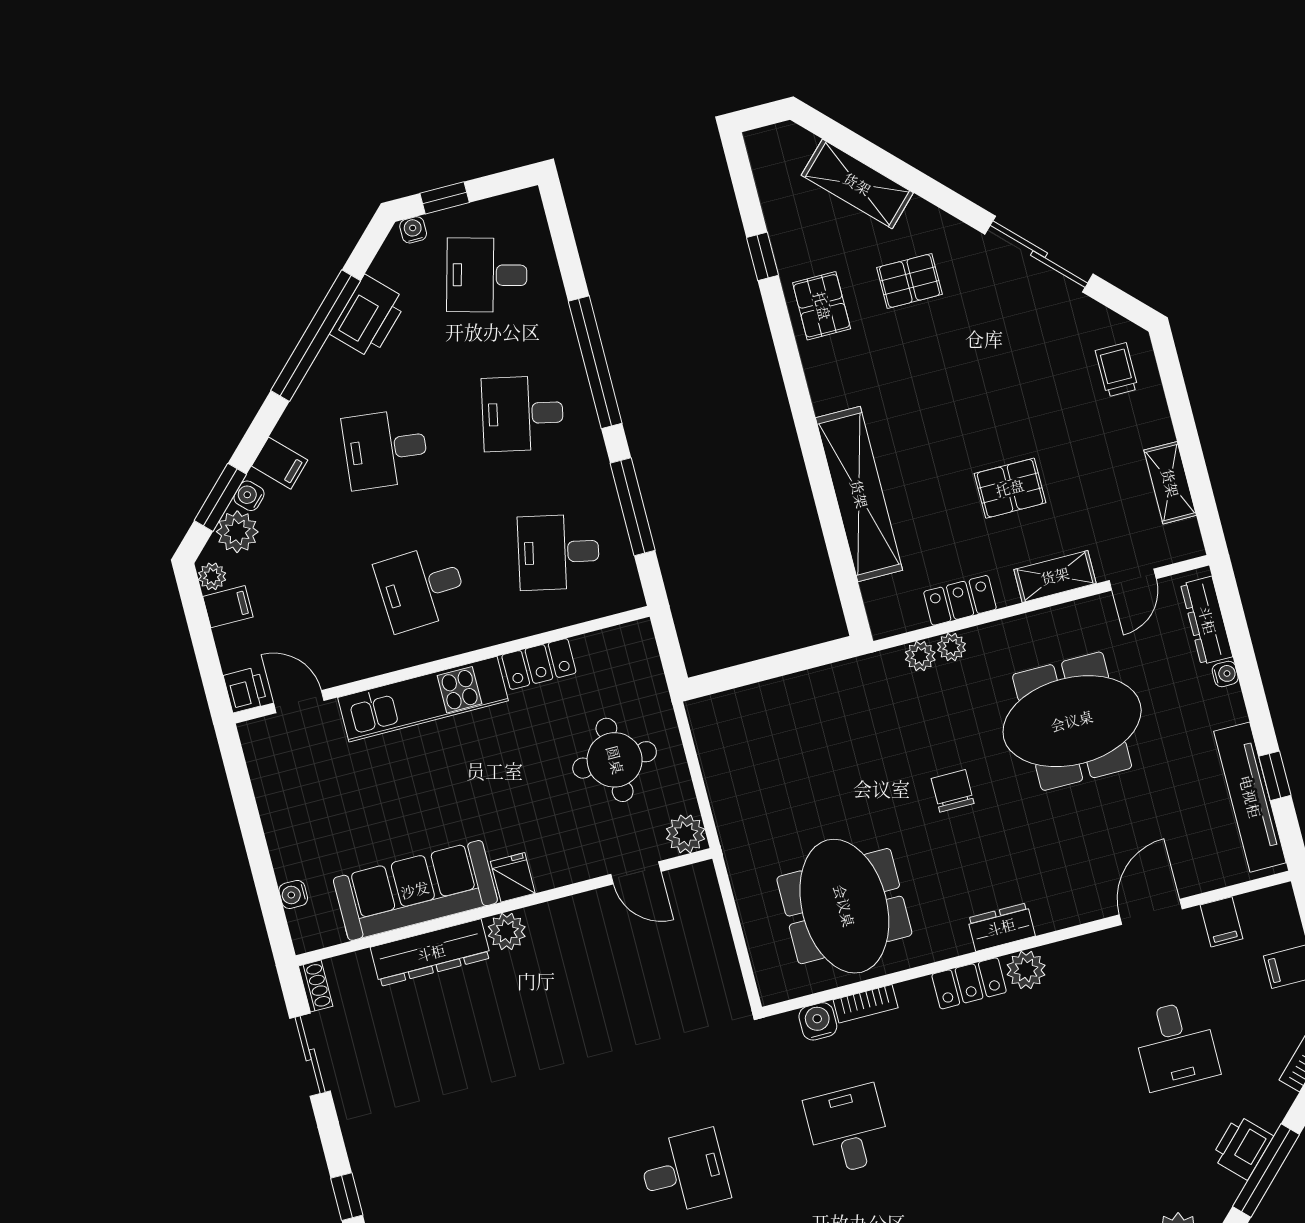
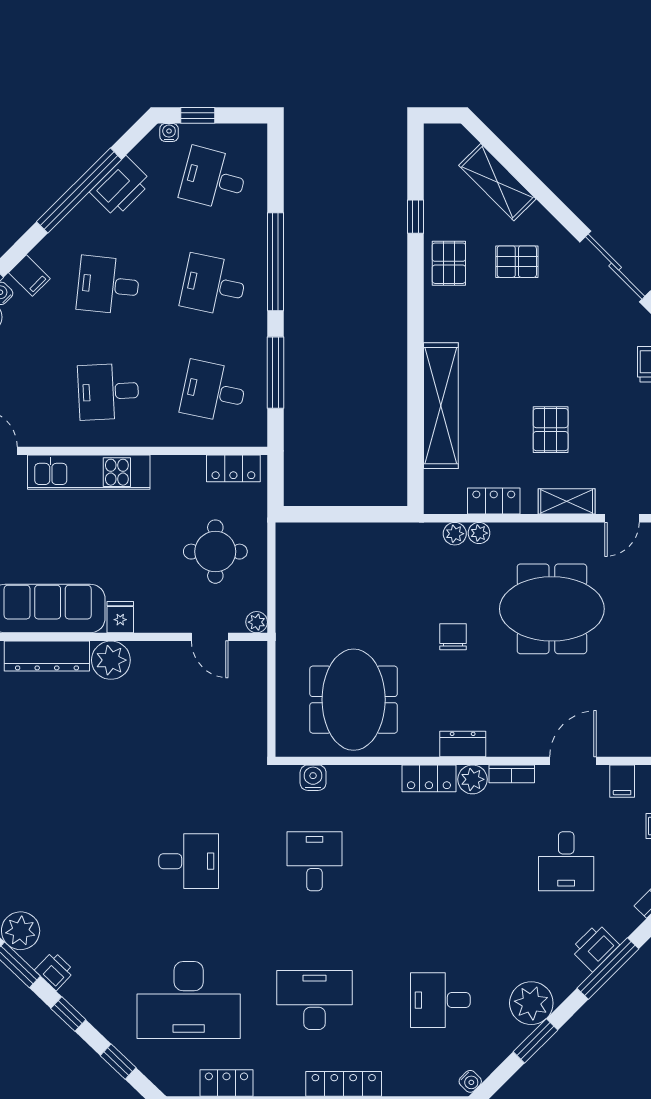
pallet: (1010, 488) -> (551, 430), turned 90
locker: (539, 664) -> (233, 468), moved
plant: (685, 834) -> (257, 622), width x0.73, depth x0.73
plant: (507, 931) -> (111, 660), width x1.36, depth x1.36
bookcase: (866, 1004) -> (512, 774), moved

